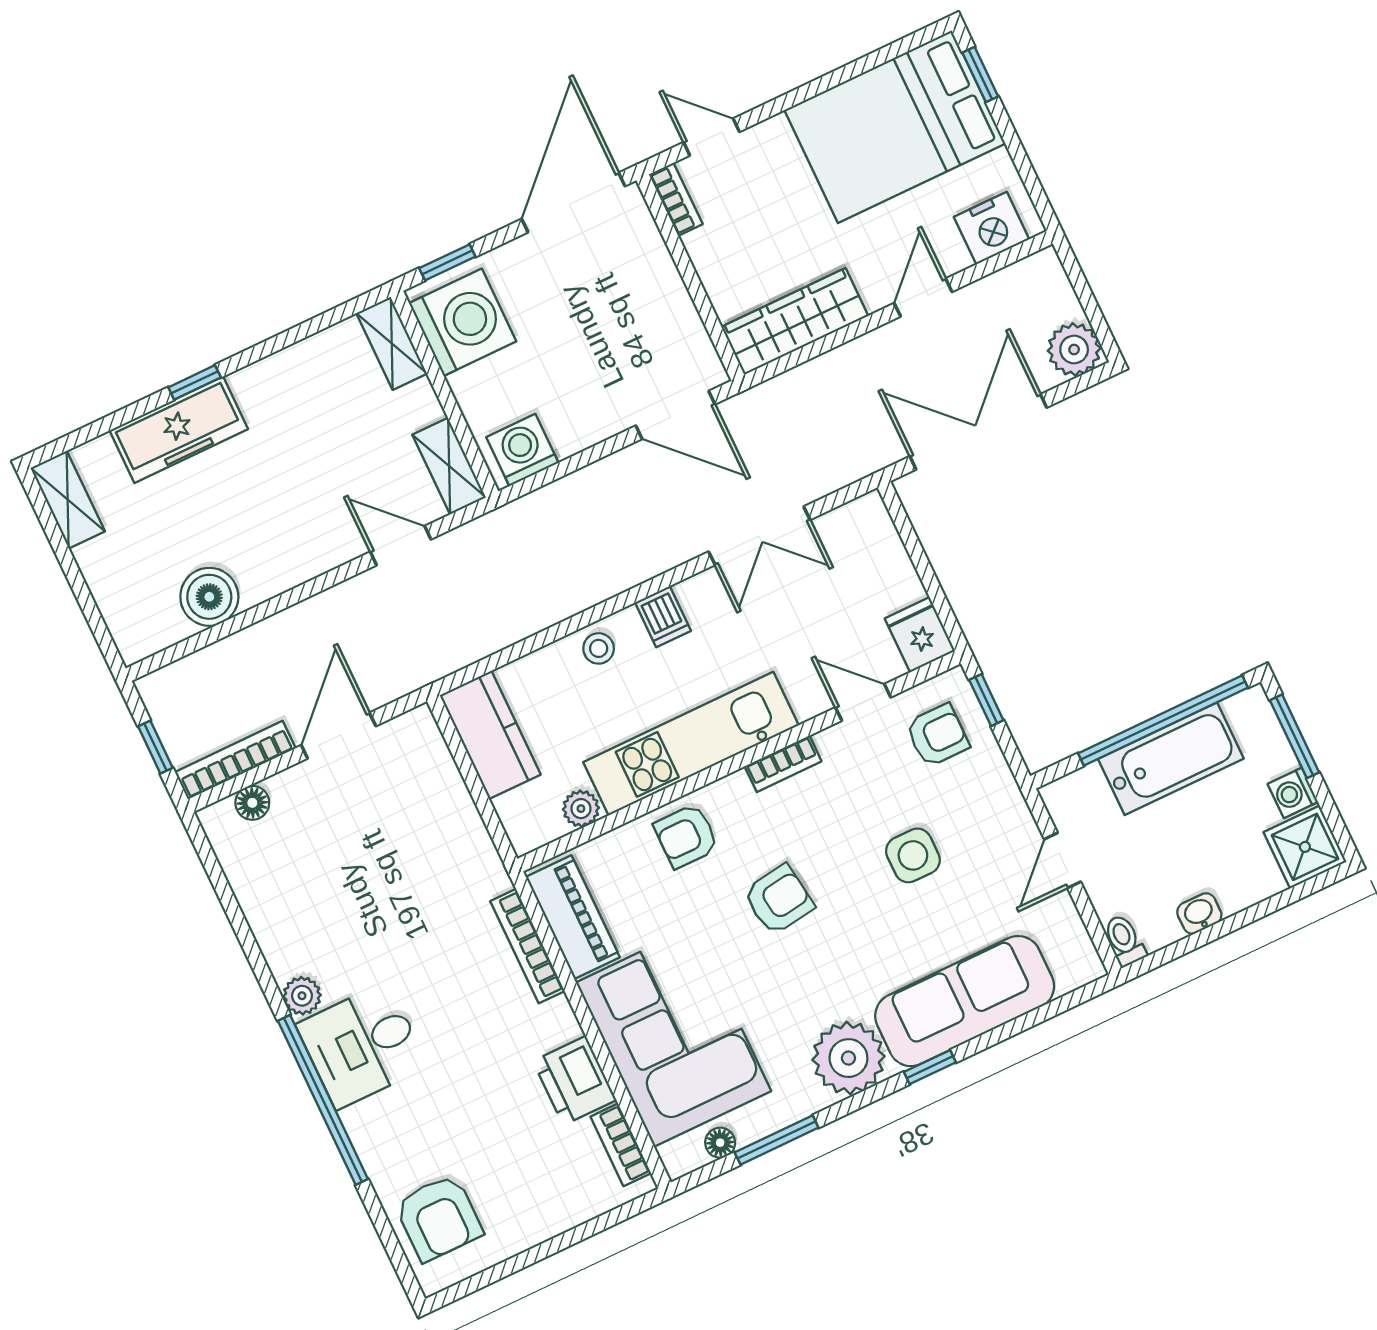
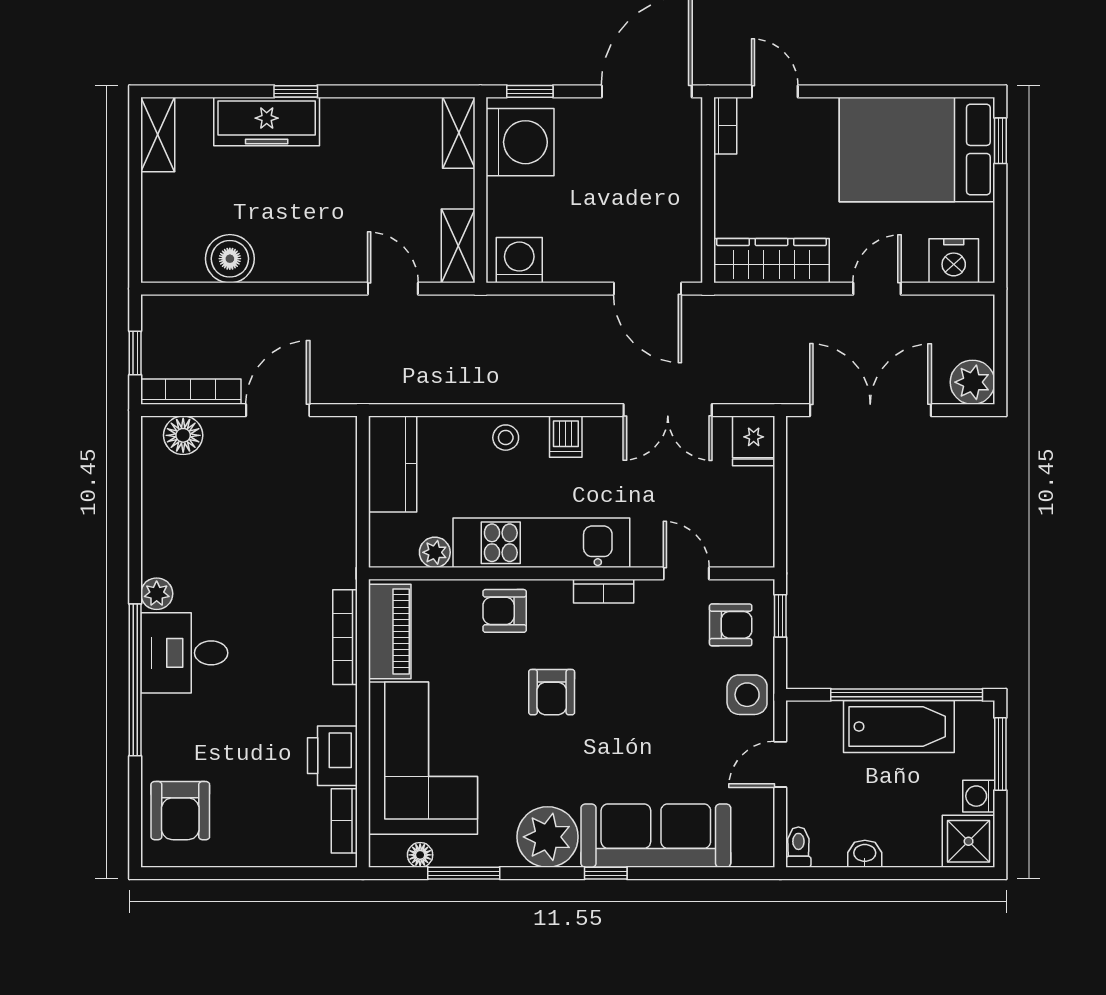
fridge: (920, 635) -> (754, 441), moved, turned 180
floor lamp: (252, 803) -> (183, 435), width x1.37, depth x1.37
side table: (913, 855) -> (747, 695), moved
armchair: (779, 900) -> (552, 692), turned 98

